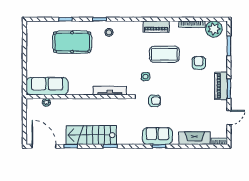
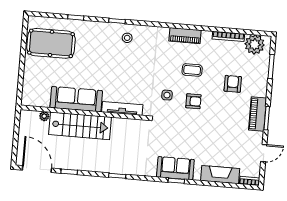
pool table: (72, 42) -> (51, 43), moved
coffee table: (164, 54) -> (192, 70), width x0.54, depth x0.58
sofa: (47, 86) -> (76, 99), moved
armchair: (155, 101) -> (193, 101), moved
stairs: (91, 135) -> (80, 126), moved, turned 180

